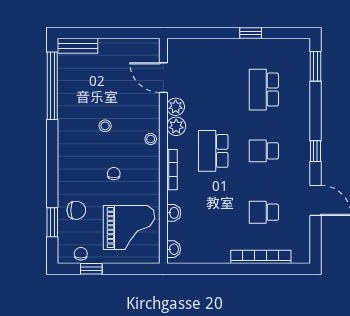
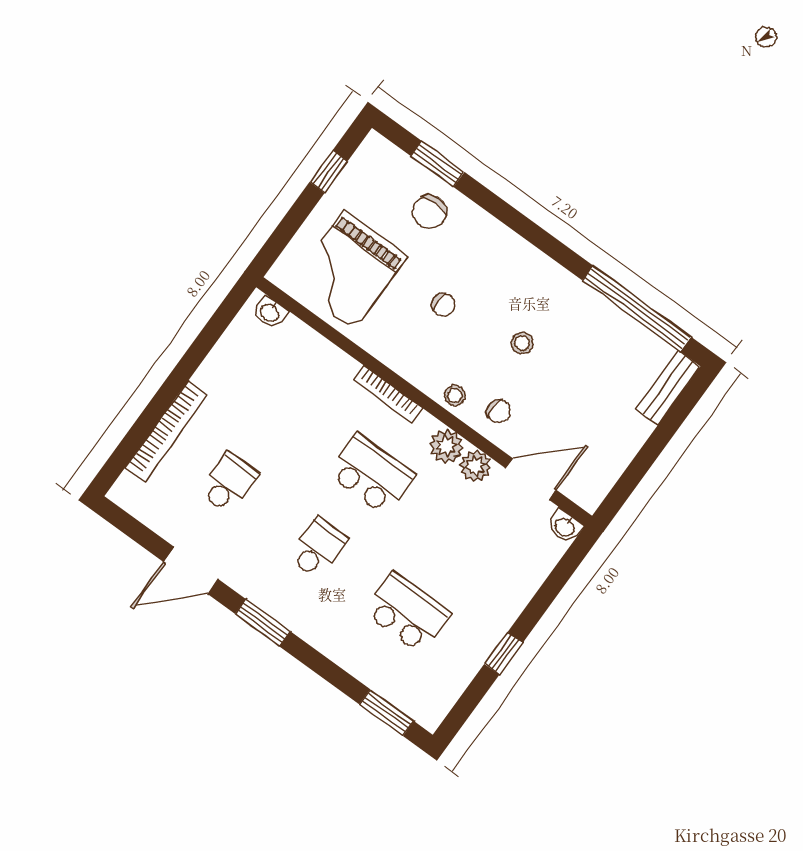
window: (315, 151) -> (263, 623), width x1.50
washbasin: (174, 213) -> (565, 527), moved
chair: (81, 254) -> (499, 411), moved

